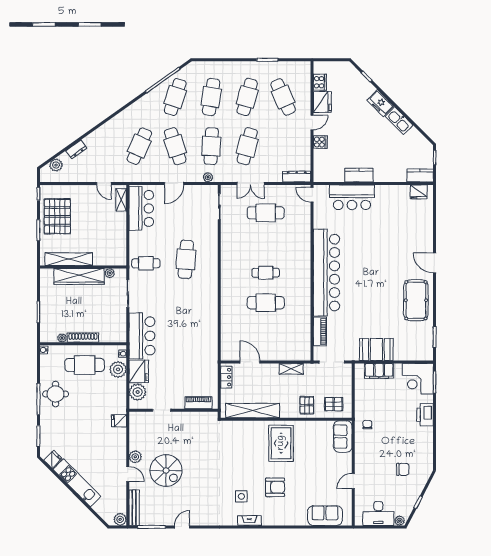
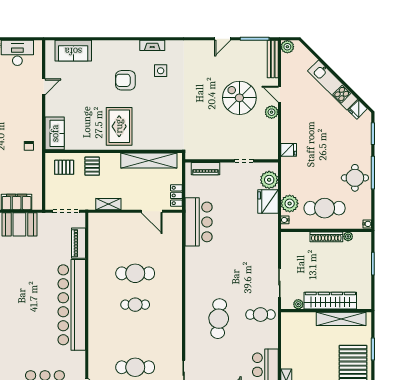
bar counter: (142, 336) -> (199, 222), moved, turned 180

